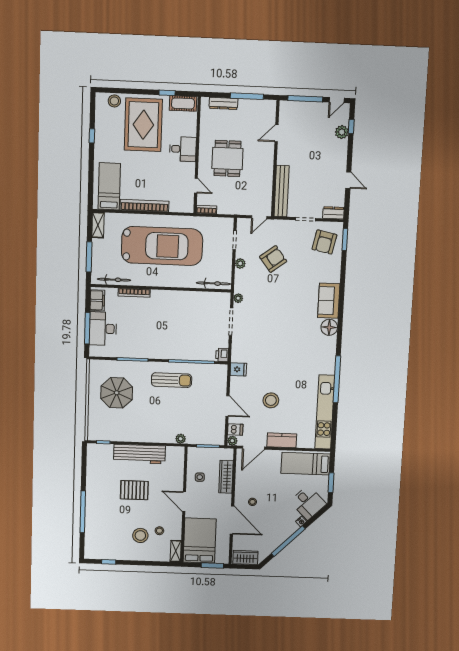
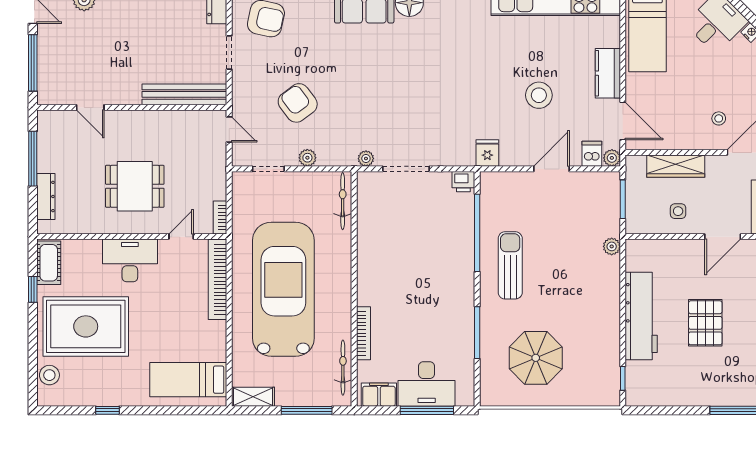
desk: (183, 149) -> (130, 260), width x1.37
bookcase: (144, 206) -> (218, 279), moved

